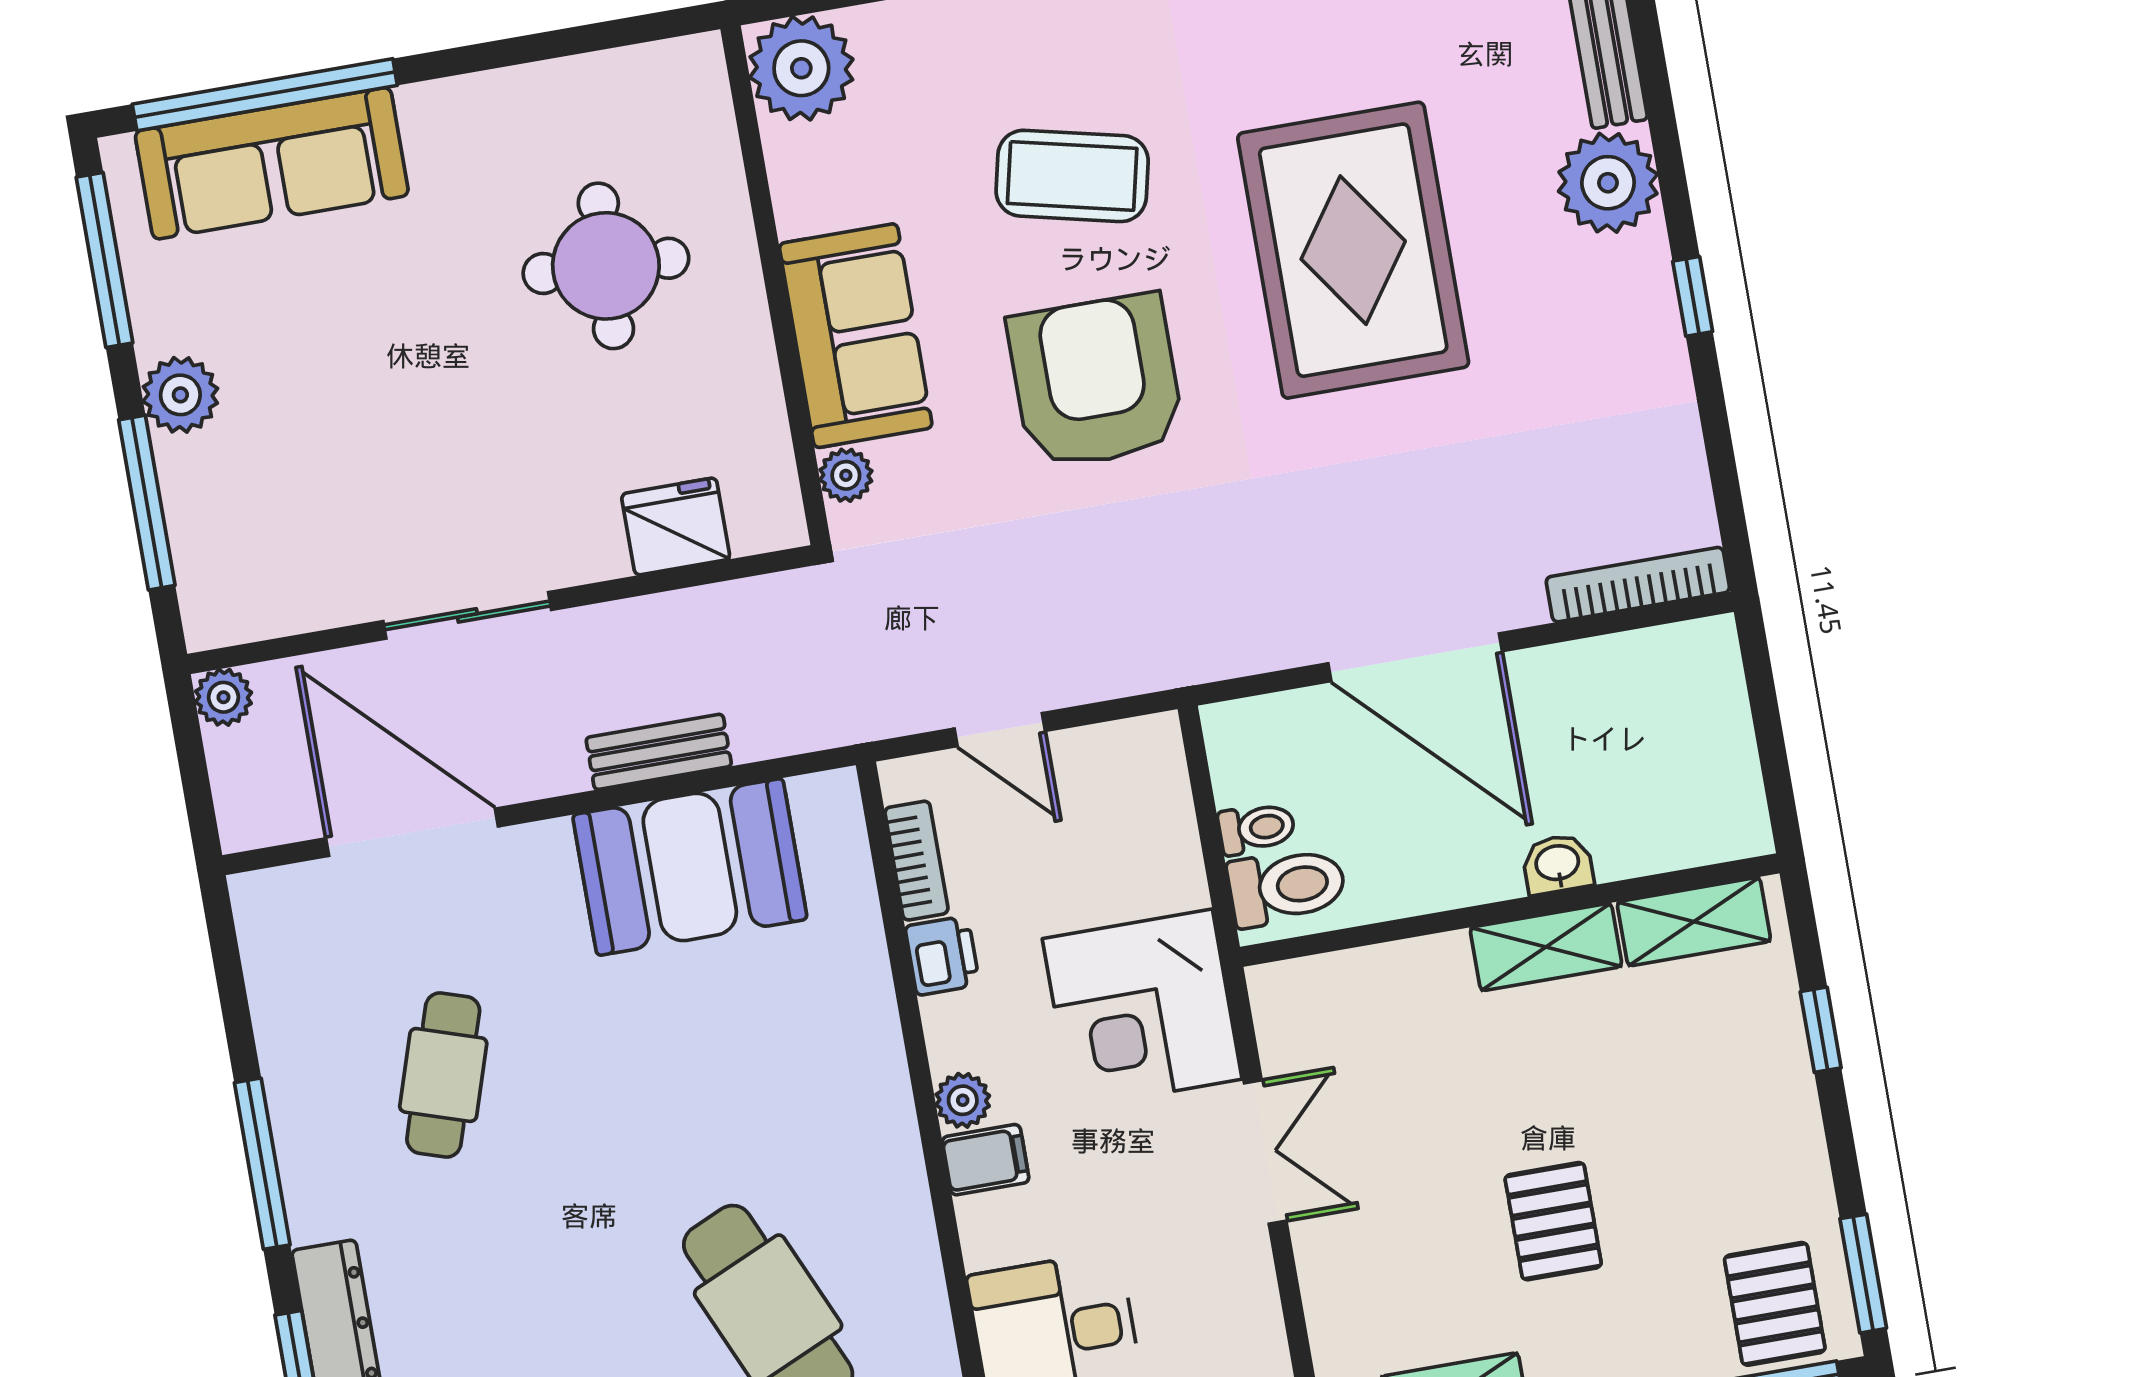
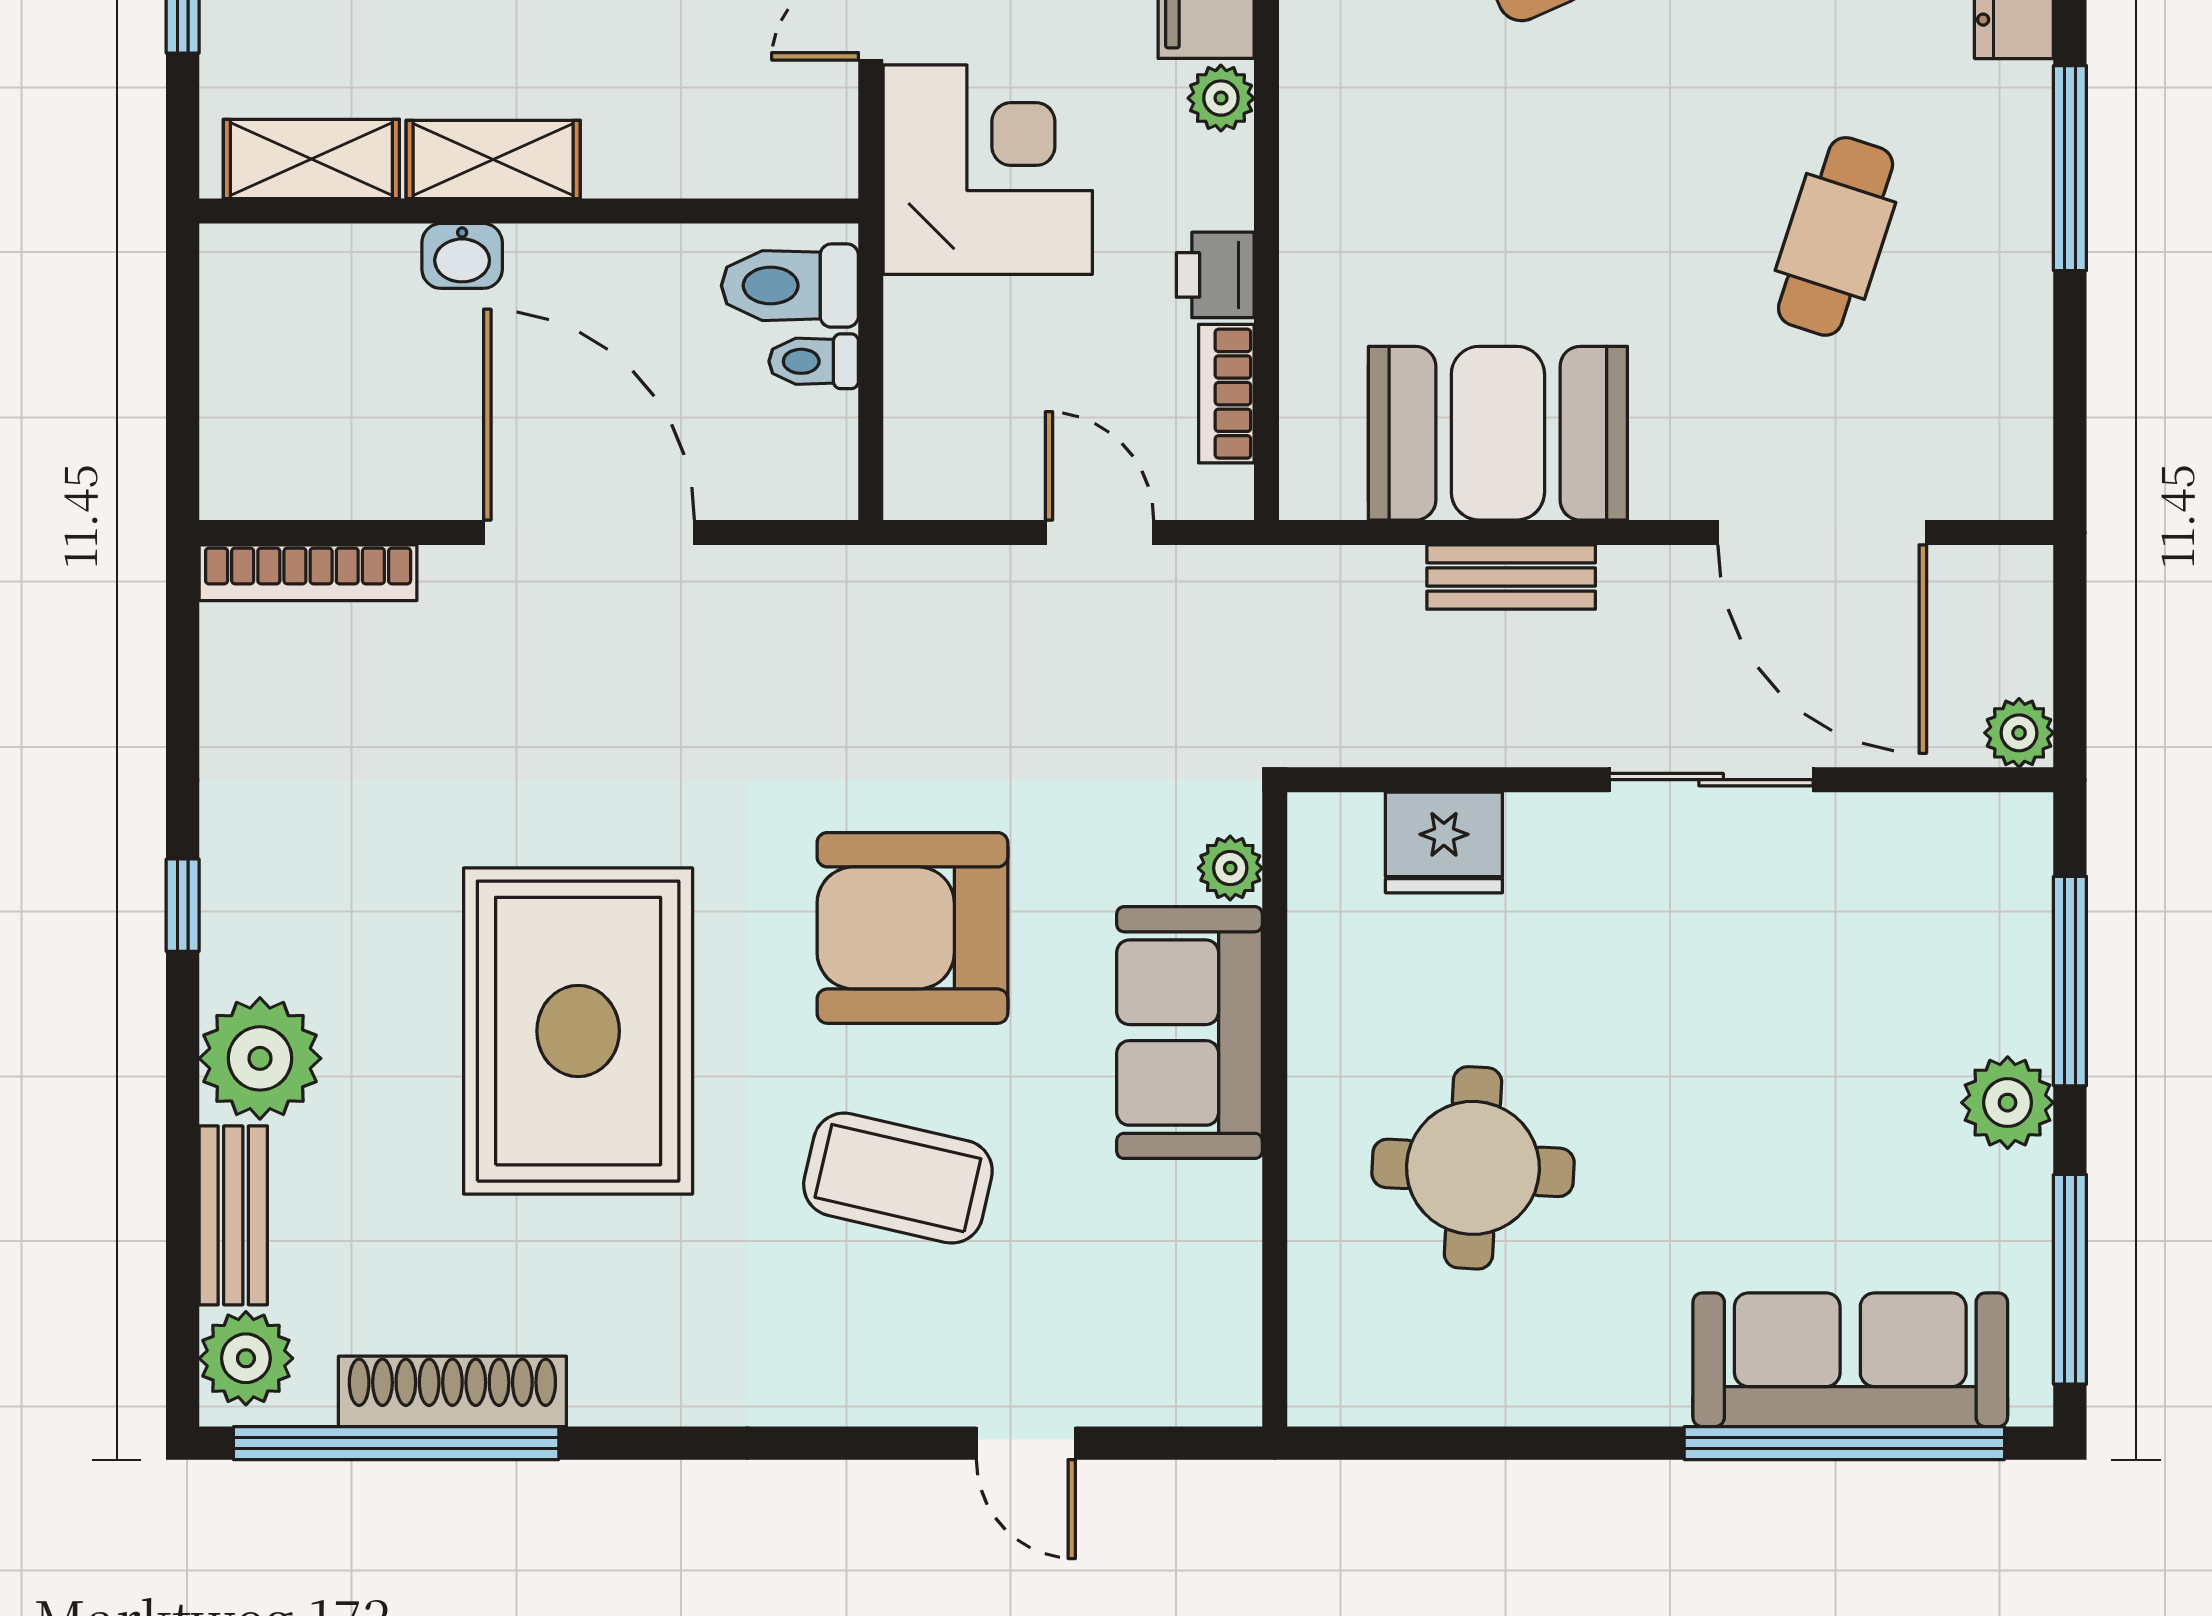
plant: (801, 68) -> (1199, 1363), removed
armchair: (1096, 381) -> (912, 928), turned 90

